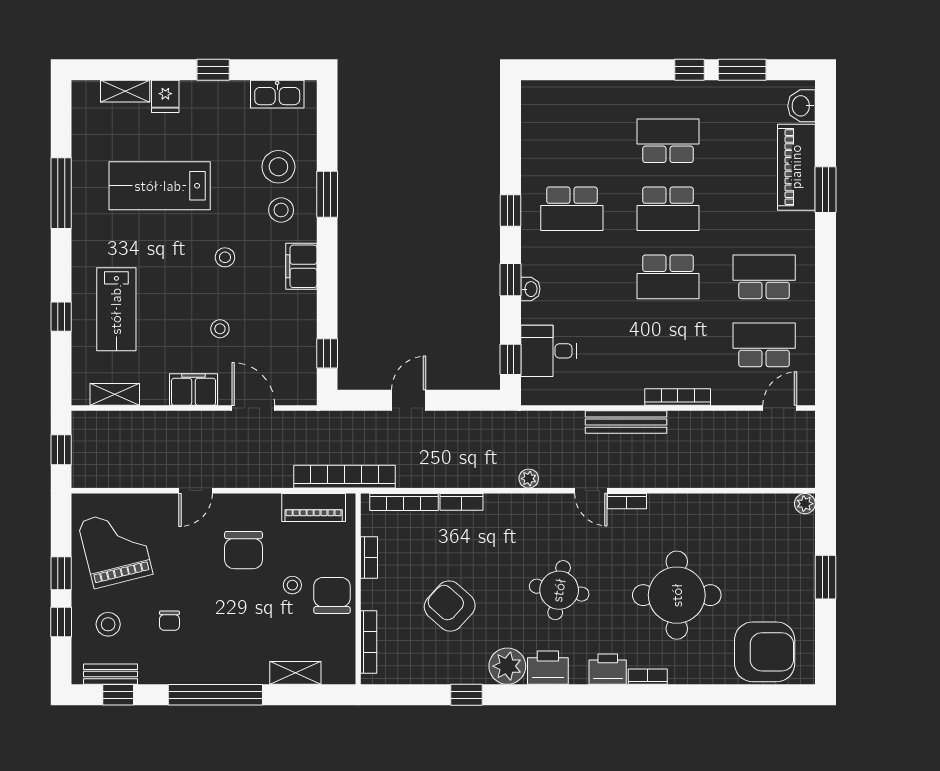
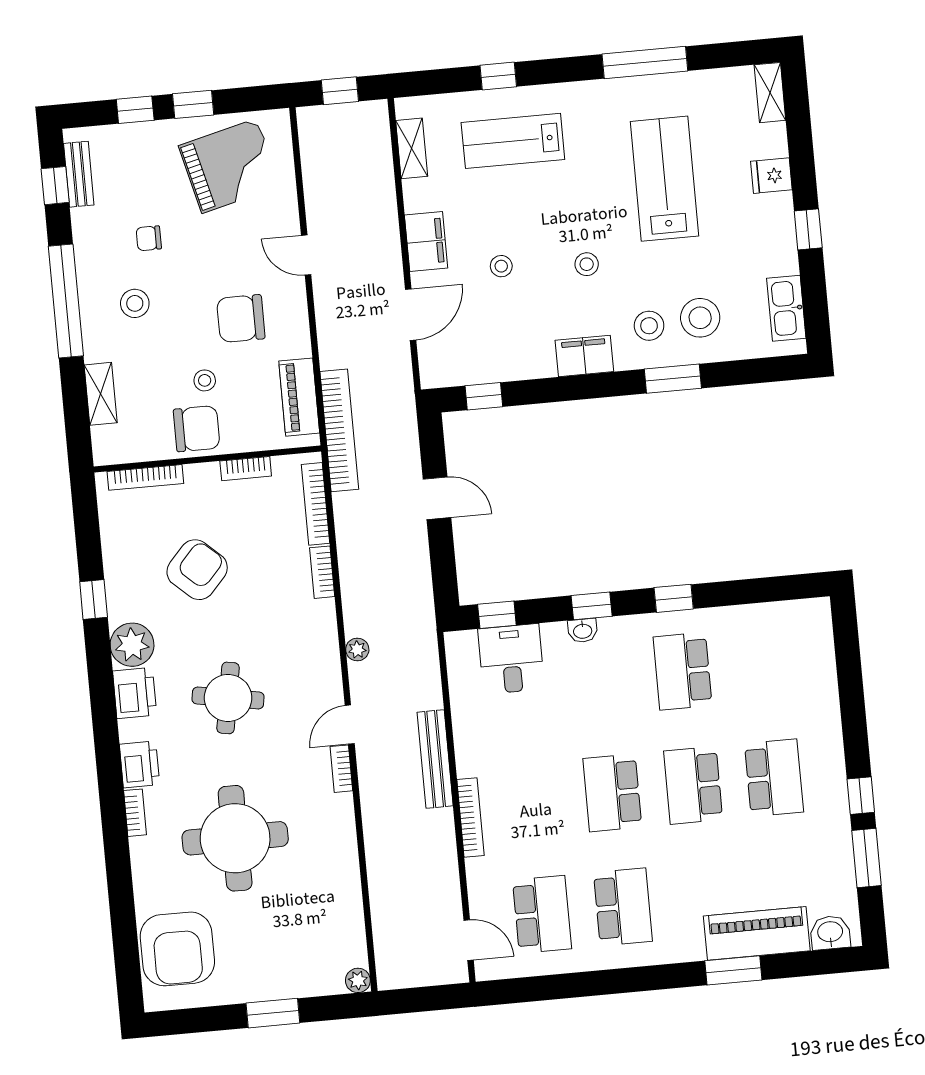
shelving: (125, 91) -> (770, 93), moved
stool: (108, 624) -> (135, 303), moved

